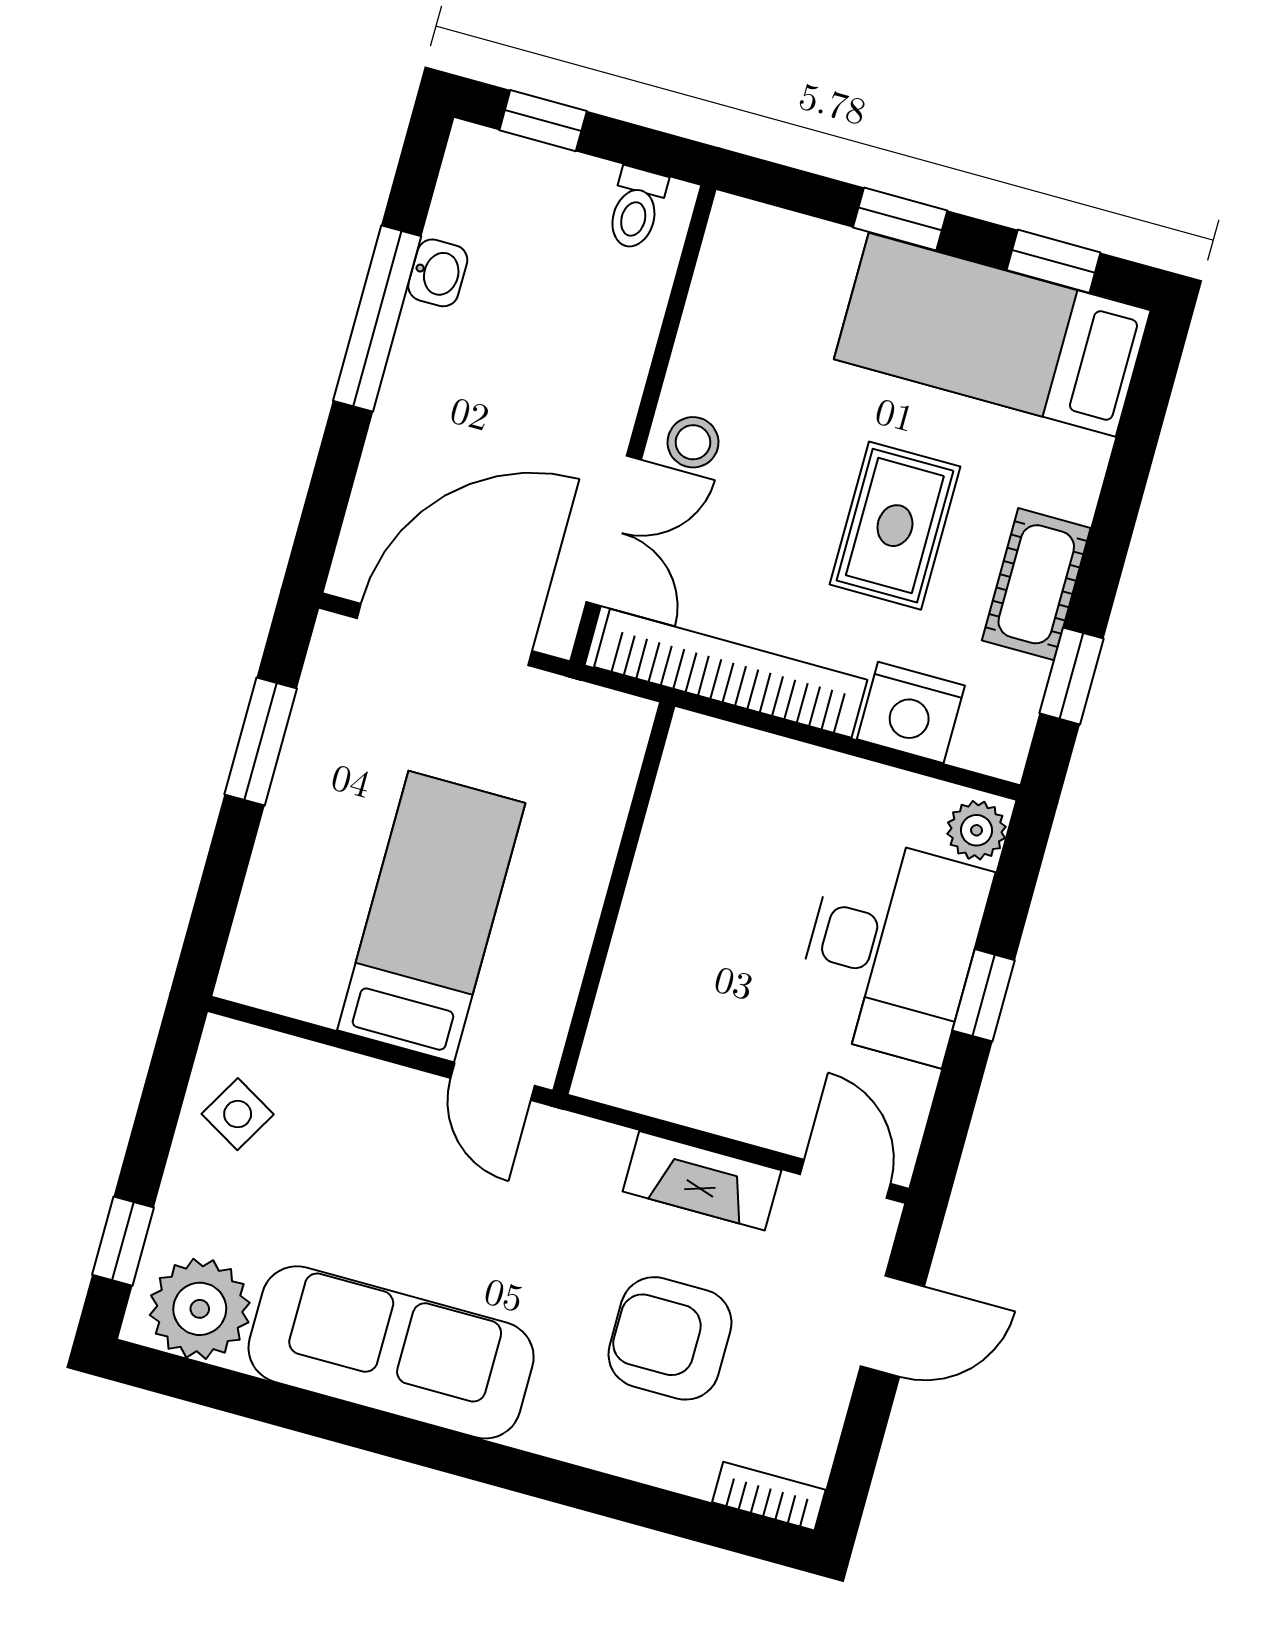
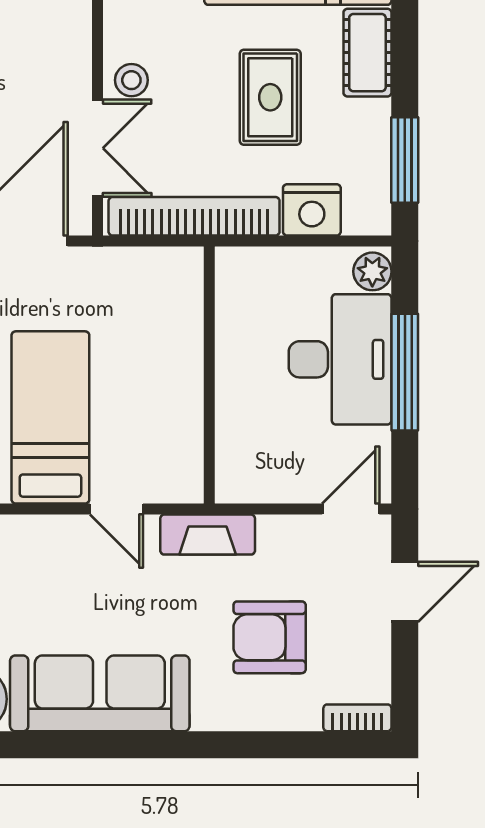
cot: (1036, 584) -> (367, 53), moved
window: (1071, 676) -> (405, 160), width x1.50
wall: (614, 898) -> (209, 375), moved
window: (984, 995) -> (405, 372), width x2.17
door: (845, 1179) -> (351, 509), hinge flipped
fireplace: (702, 1181) -> (208, 535), moved

